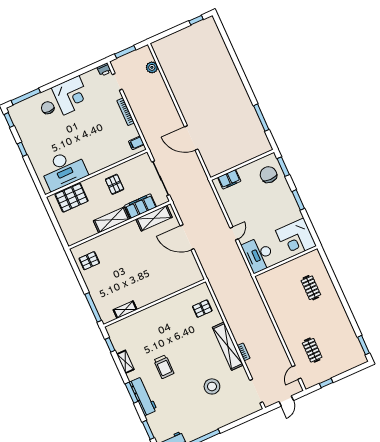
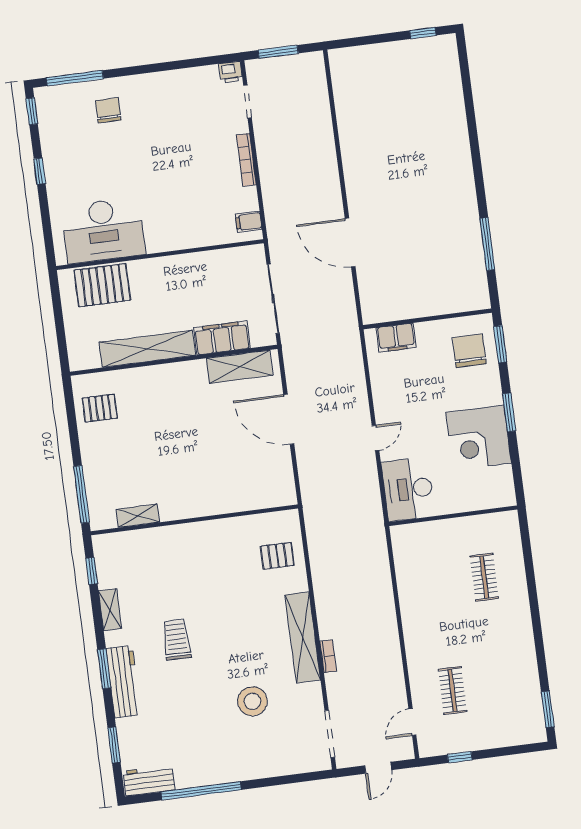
plant: (152, 67) -> (318, 94), removed
corner desk: (71, 95) -> (157, 101), removed
pallet: (115, 184) -> (187, 284), removed
shelving: (112, 220) -> (147, 349), width x1.47
corner desk: (296, 238) -> (479, 438), moved
trolley: (164, 367) -> (176, 640), turned 180

